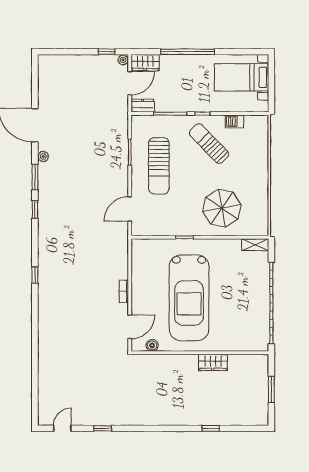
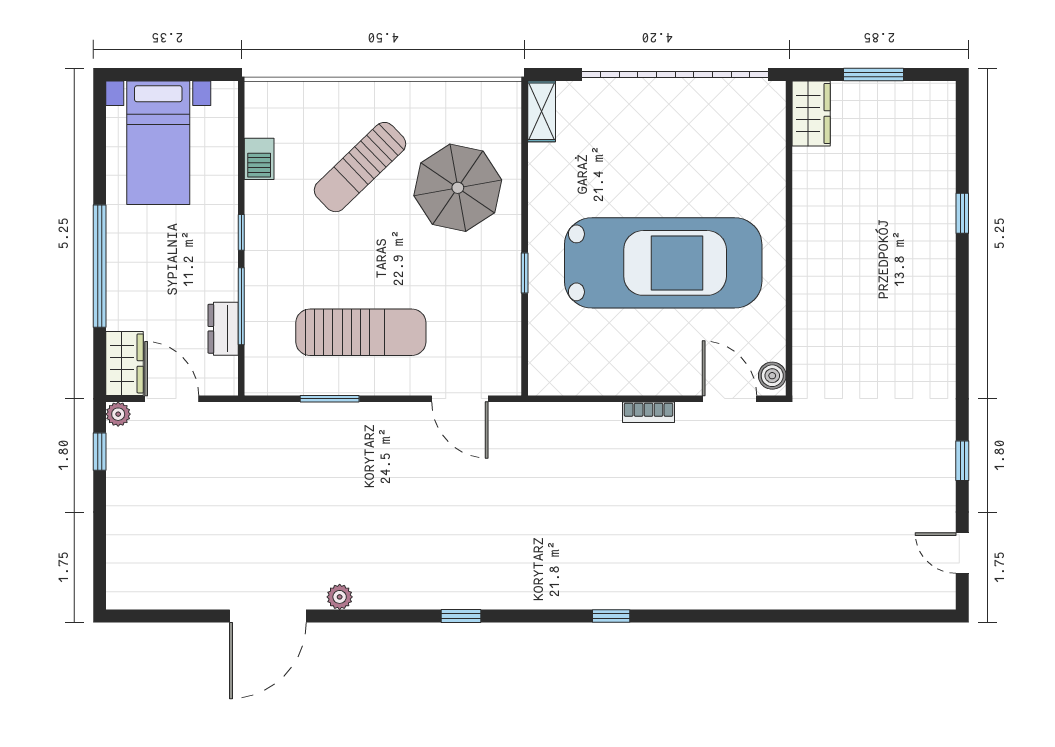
dresser: (143, 106) -> (223, 329), moved
sun lounger: (209, 144) -> (360, 167), moved
window: (35, 177) -> (387, 616), removed
boiler: (152, 345) -> (772, 376), moved
wardrobe: (213, 362) -> (811, 113), moved

